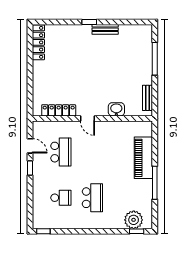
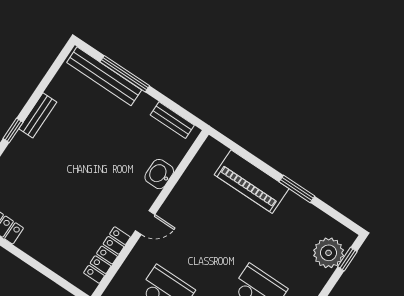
bench: (147, 49) -> (104, 76), added
window: (155, 183) -> (297, 189), width x0.69

